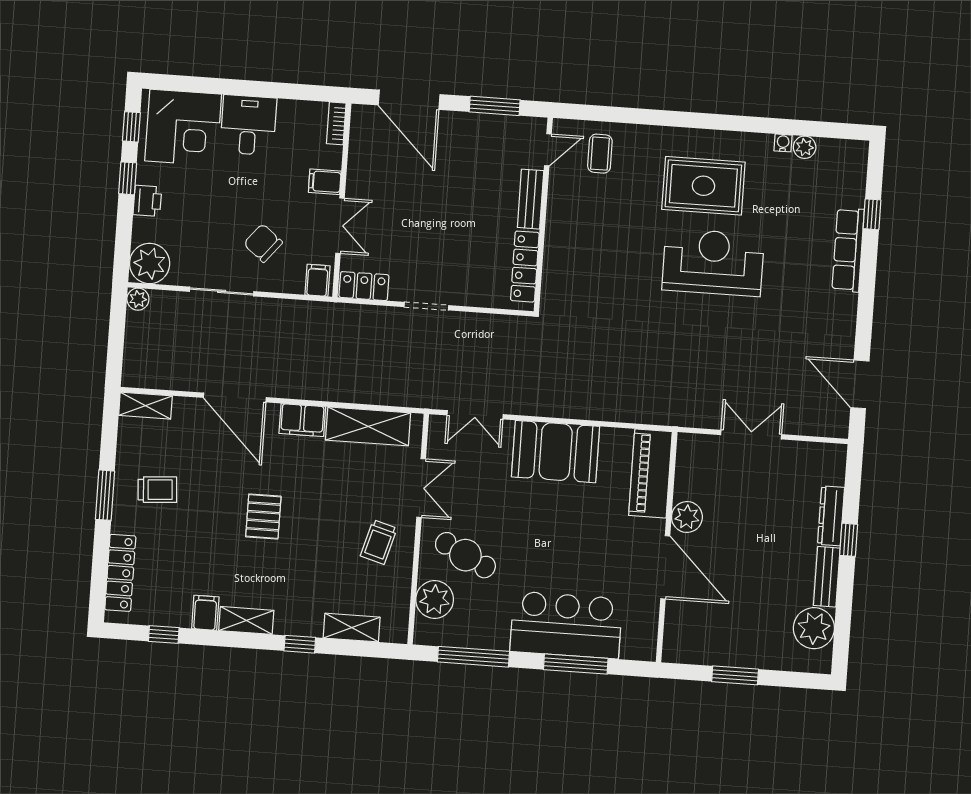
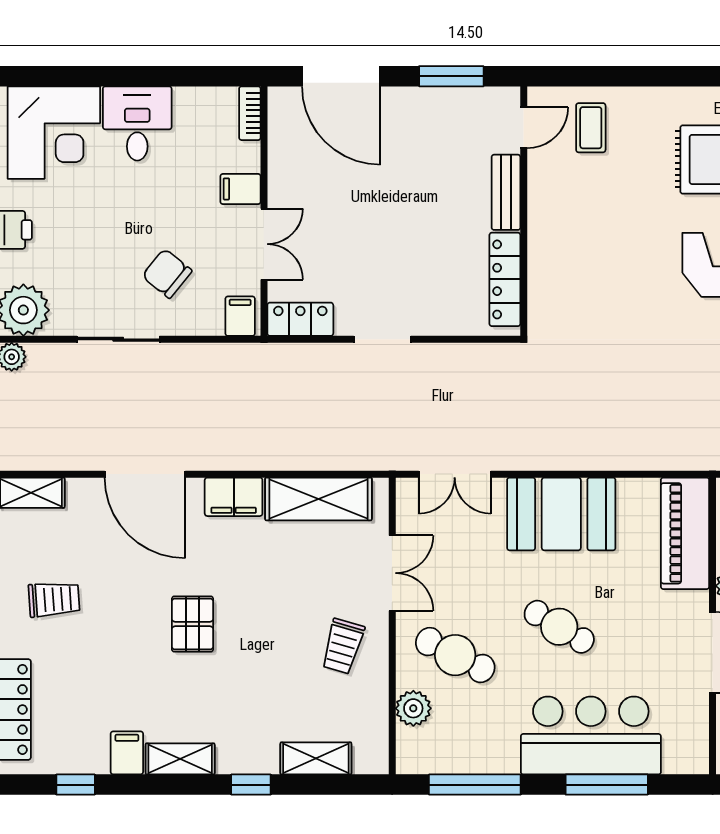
cafe table: (548, 539) -> (559, 627), added
plant: (435, 600) -> (413, 708), width x0.73, depth x0.73

